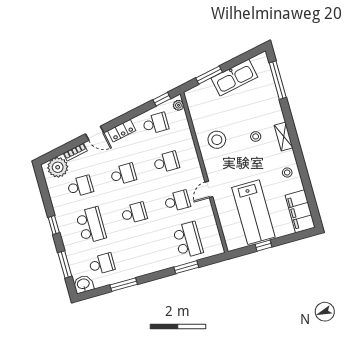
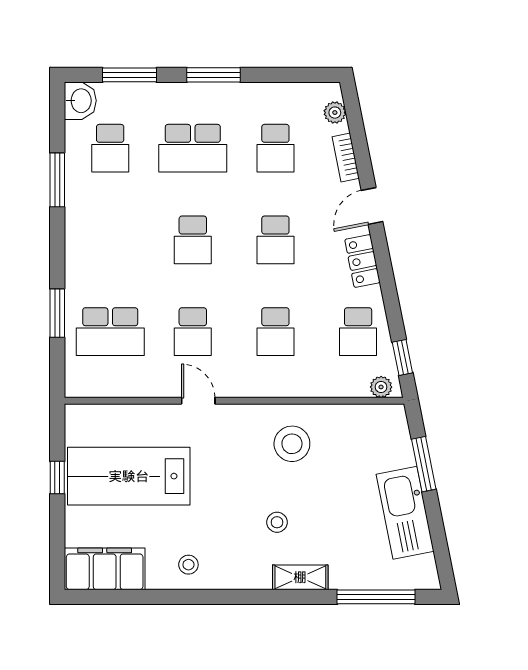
shelving: (284, 136) -> (300, 577), moved
plant: (58, 167) -> (335, 113), width x0.53, depth x0.53
window: (54, 225) -> (214, 75), width x1.50

